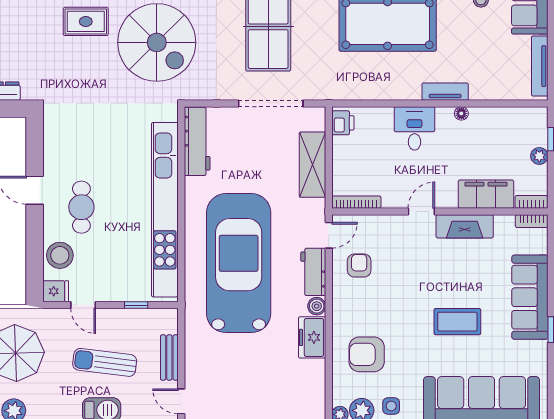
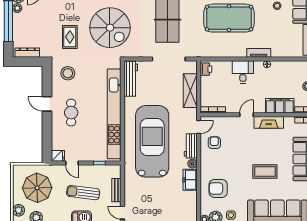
rug: (86, 21) -> (70, 37), moved, turned 90
stool: (60, 255) -> (68, 73), moved

